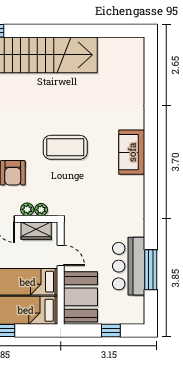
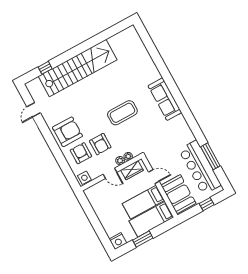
sofa: (132, 152) -> (165, 99), width x1.36
bar counter: (129, 266) -> (200, 167), width x1.36

